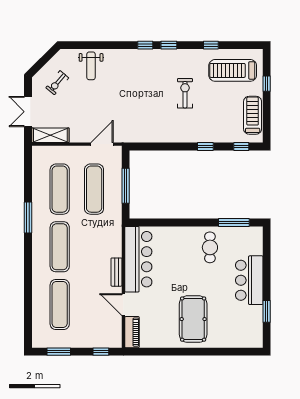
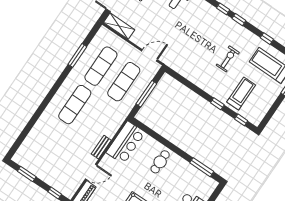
treadmill: (253, 115) -> (241, 94), moved
window: (28, 218) -> (77, 55), moved
cafe table: (210, 247) -> (160, 162), moved
bar counter: (138, 259) -> (126, 143), width x0.73
exercise mat: (60, 305) -> (49, 143), removed
door: (123, 305) -> (91, 172), swing flipped

